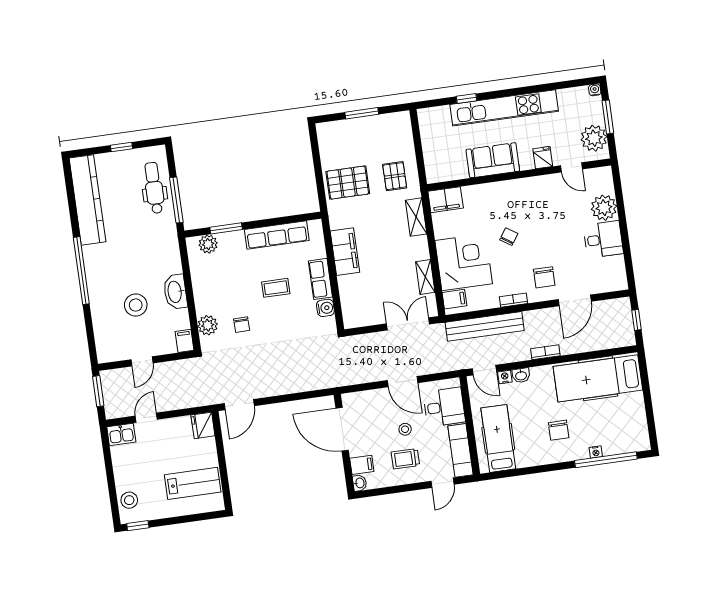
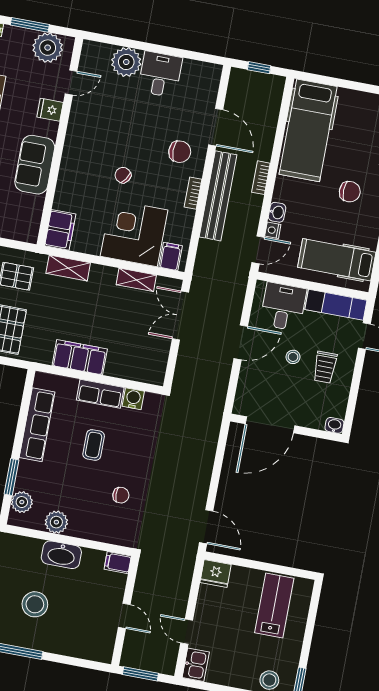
stool: (136, 305) -> (35, 604), moved
plant: (208, 325) -> (56, 522), moved
bench: (485, 326) -> (218, 196), moved
filing cabinet: (362, 465) -> (316, 416), removed

